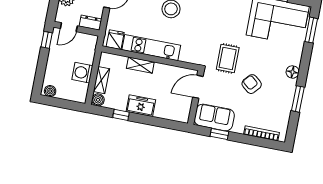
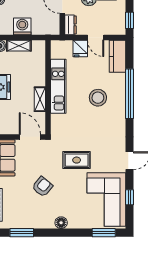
fridge: (115, 40) -> (80, 48), moved, turned 90
rug: (228, 58) -> (77, 160), moved
shelving: (140, 65) -> (40, 99), moved
window: (298, 99) -> (22, 233), moved

